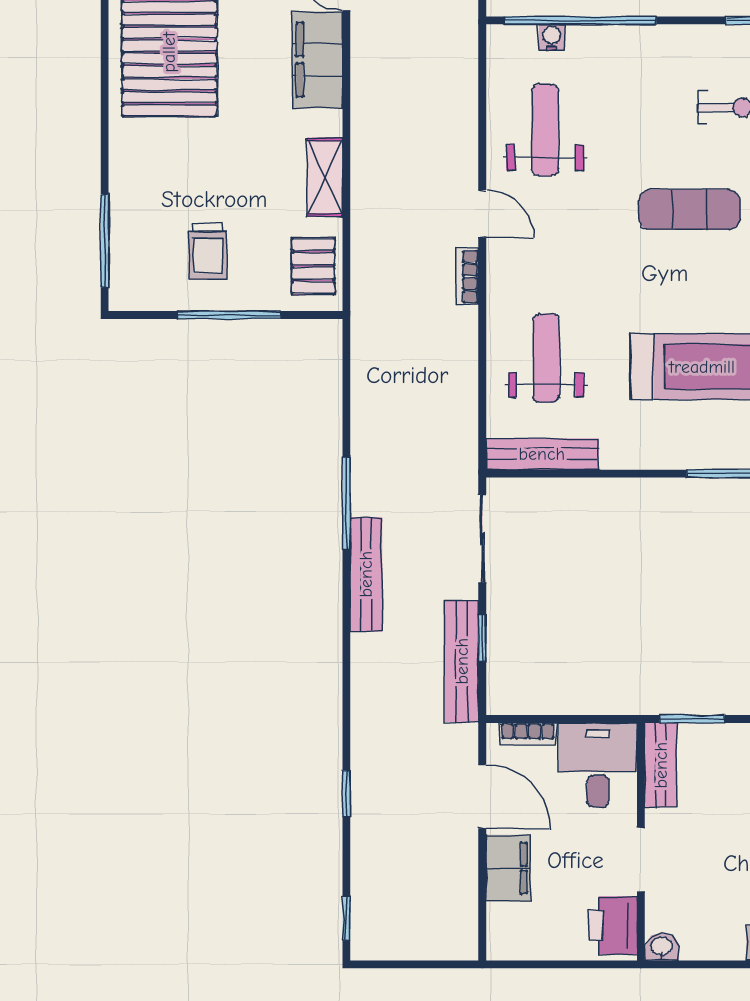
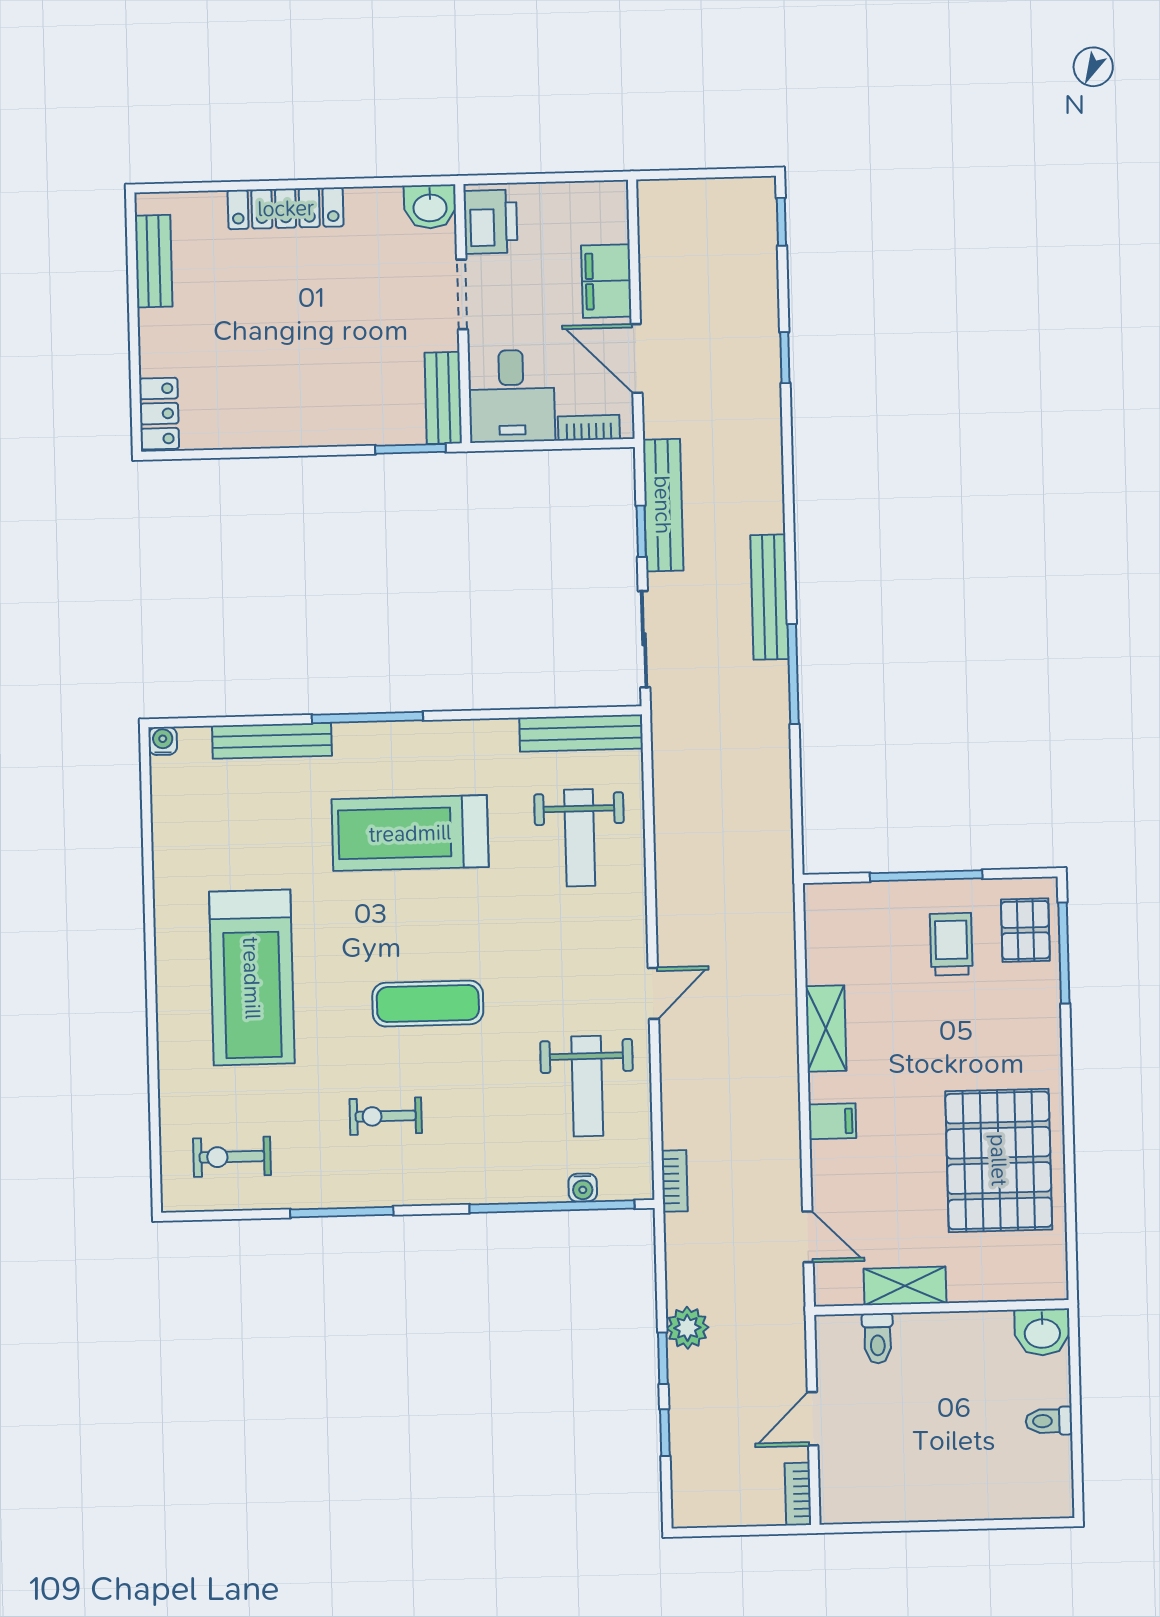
filing cabinet: (318, 60) -> (832, 1121), width x0.33, depth x0.86
door: (482, 214) -> (653, 993), swing flipped
pallet: (313, 266) -> (1025, 930), moved
bookcase: (467, 277) -> (675, 1181), moved
washbasin: (662, 947) -> (430, 207), width x1.38, depth x1.45

